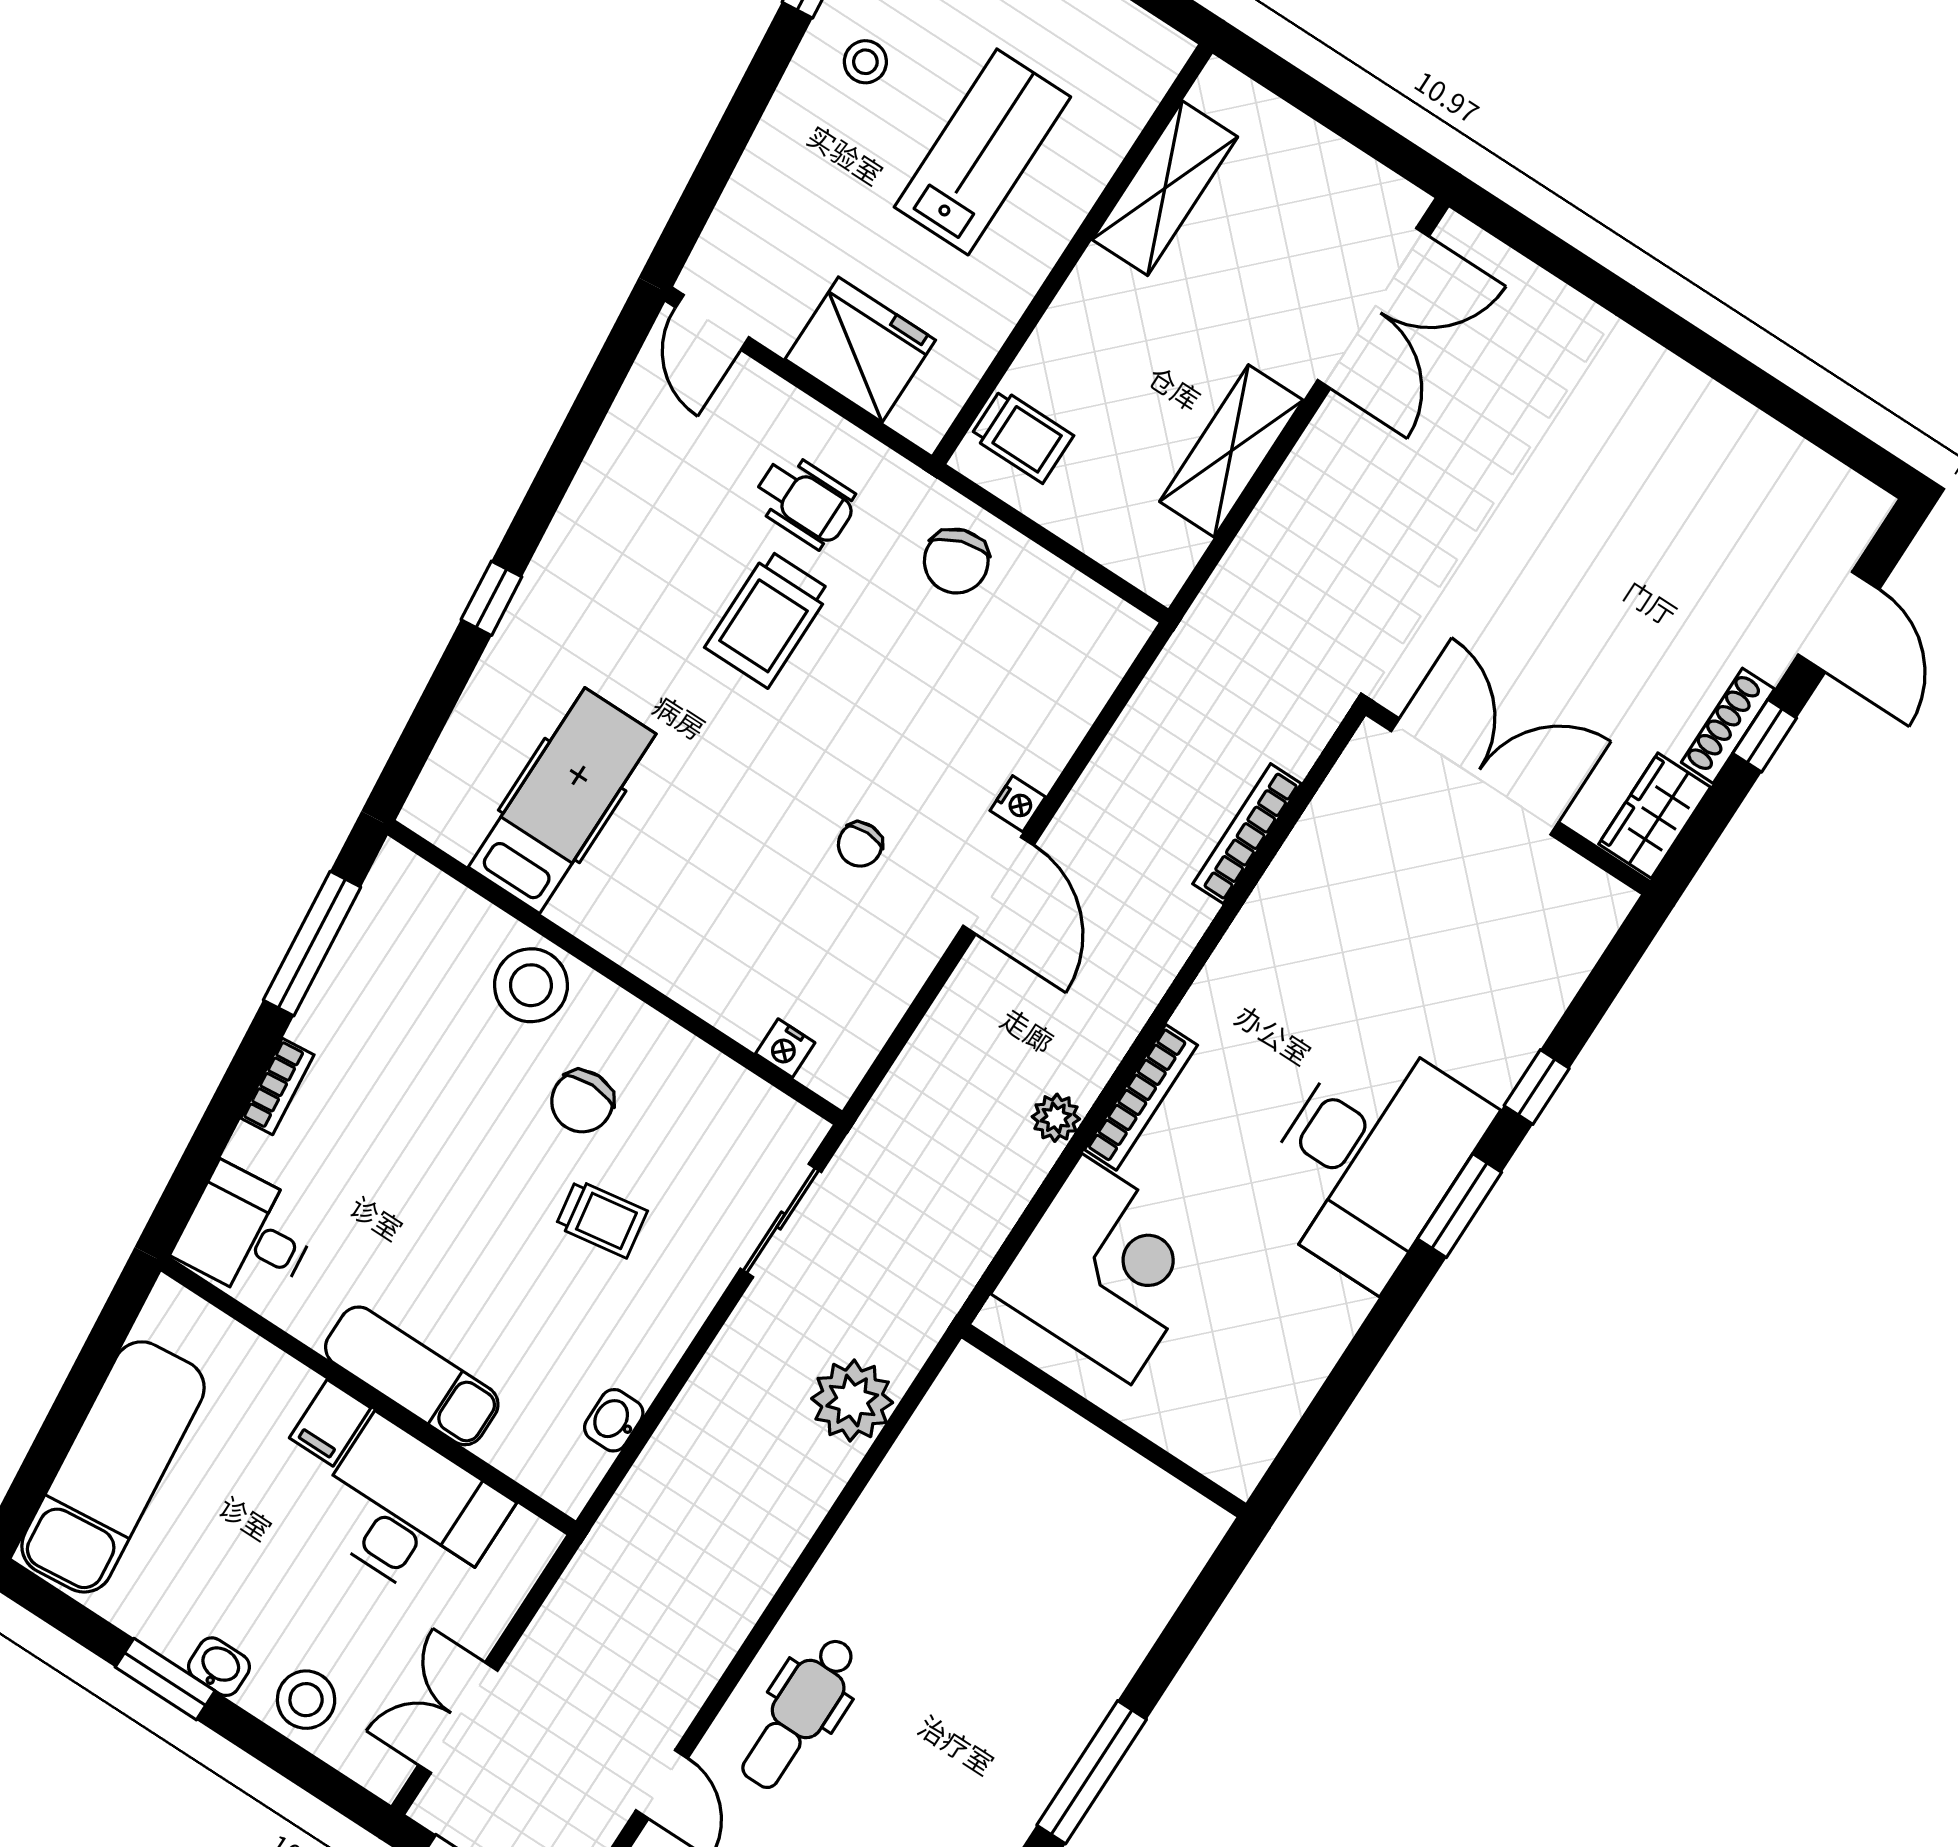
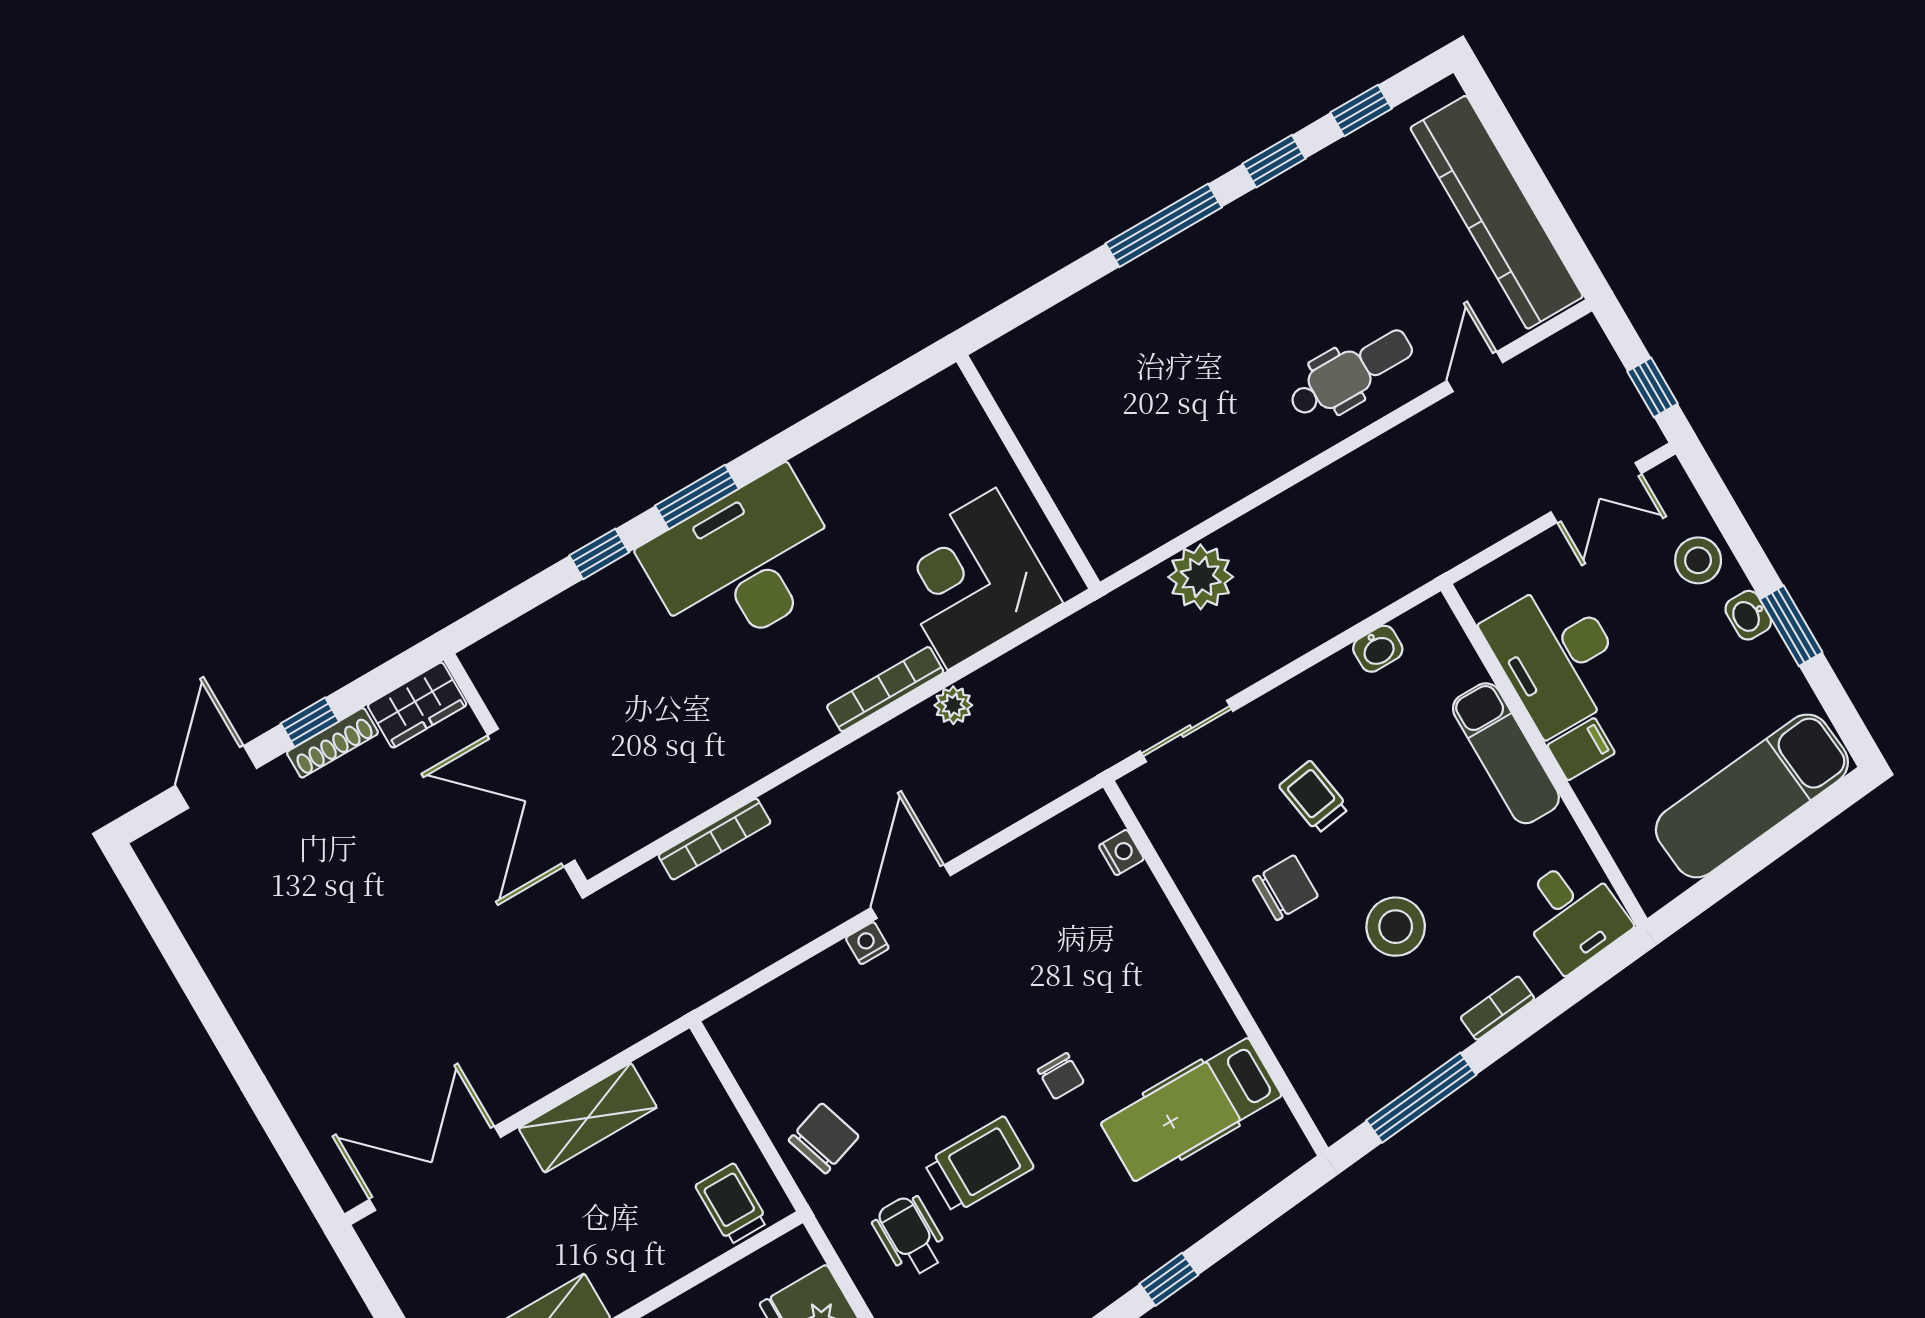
chair: (860, 844) -> (1061, 1076), moved, turned 90
stool: (531, 985) -> (1396, 927), moved

